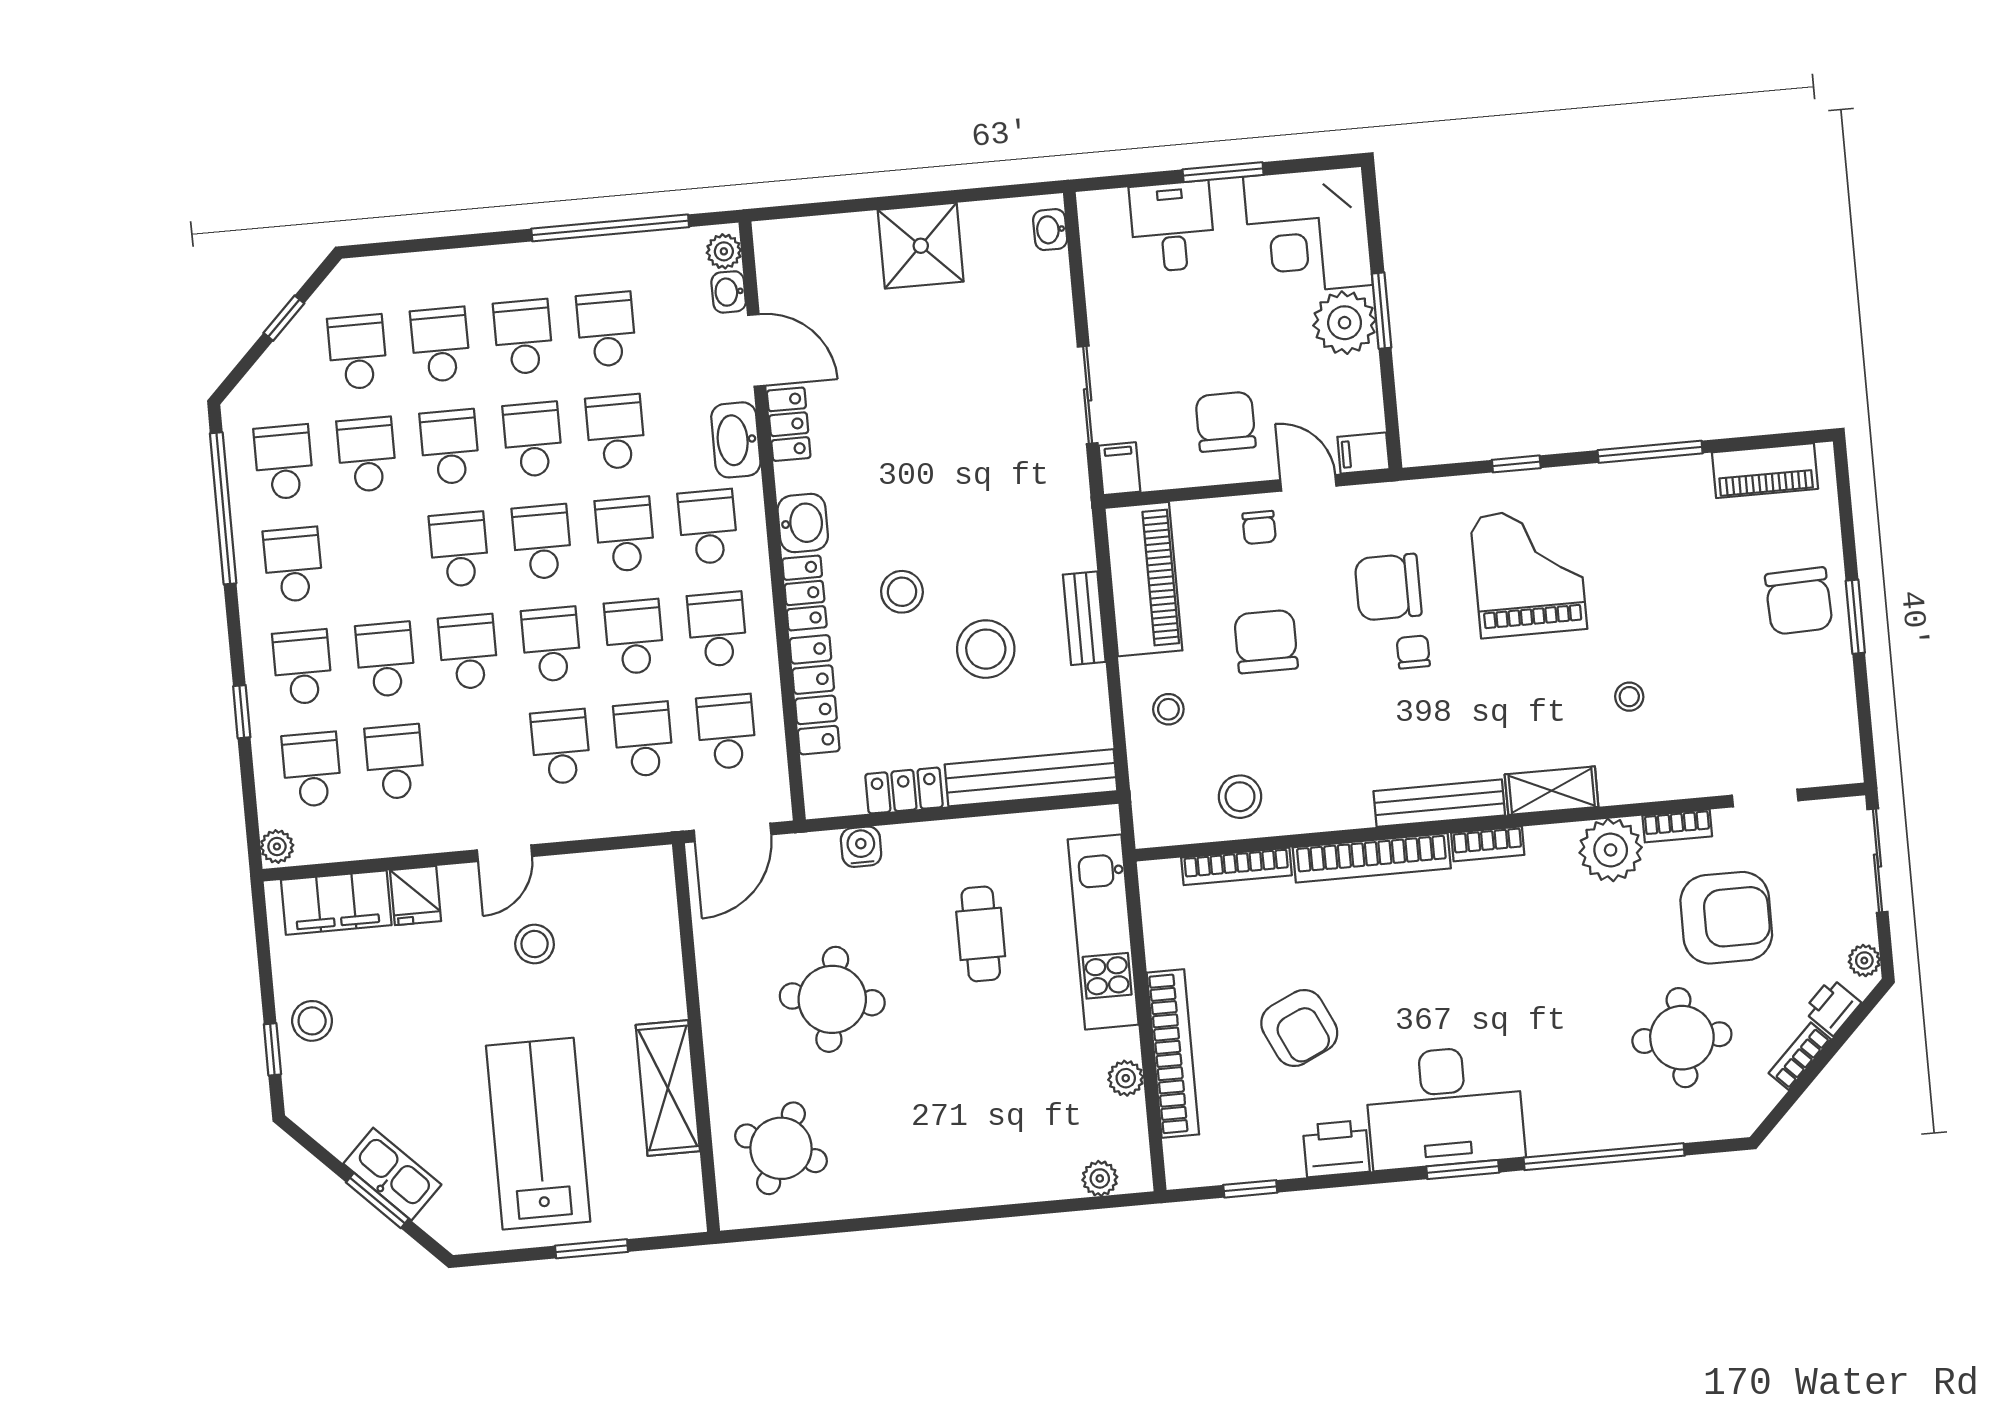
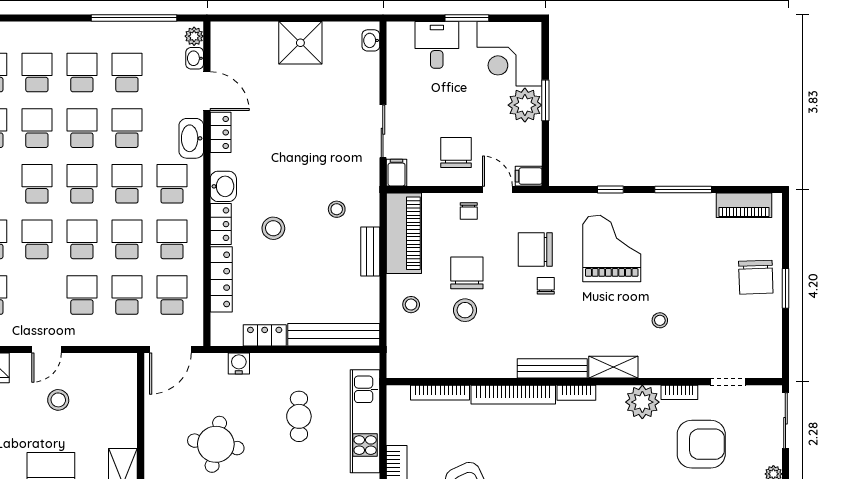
stool: (986, 649) -> (337, 209), moved, width x0.53, depth x0.53
stool: (1240, 797) -> (465, 310), moved

